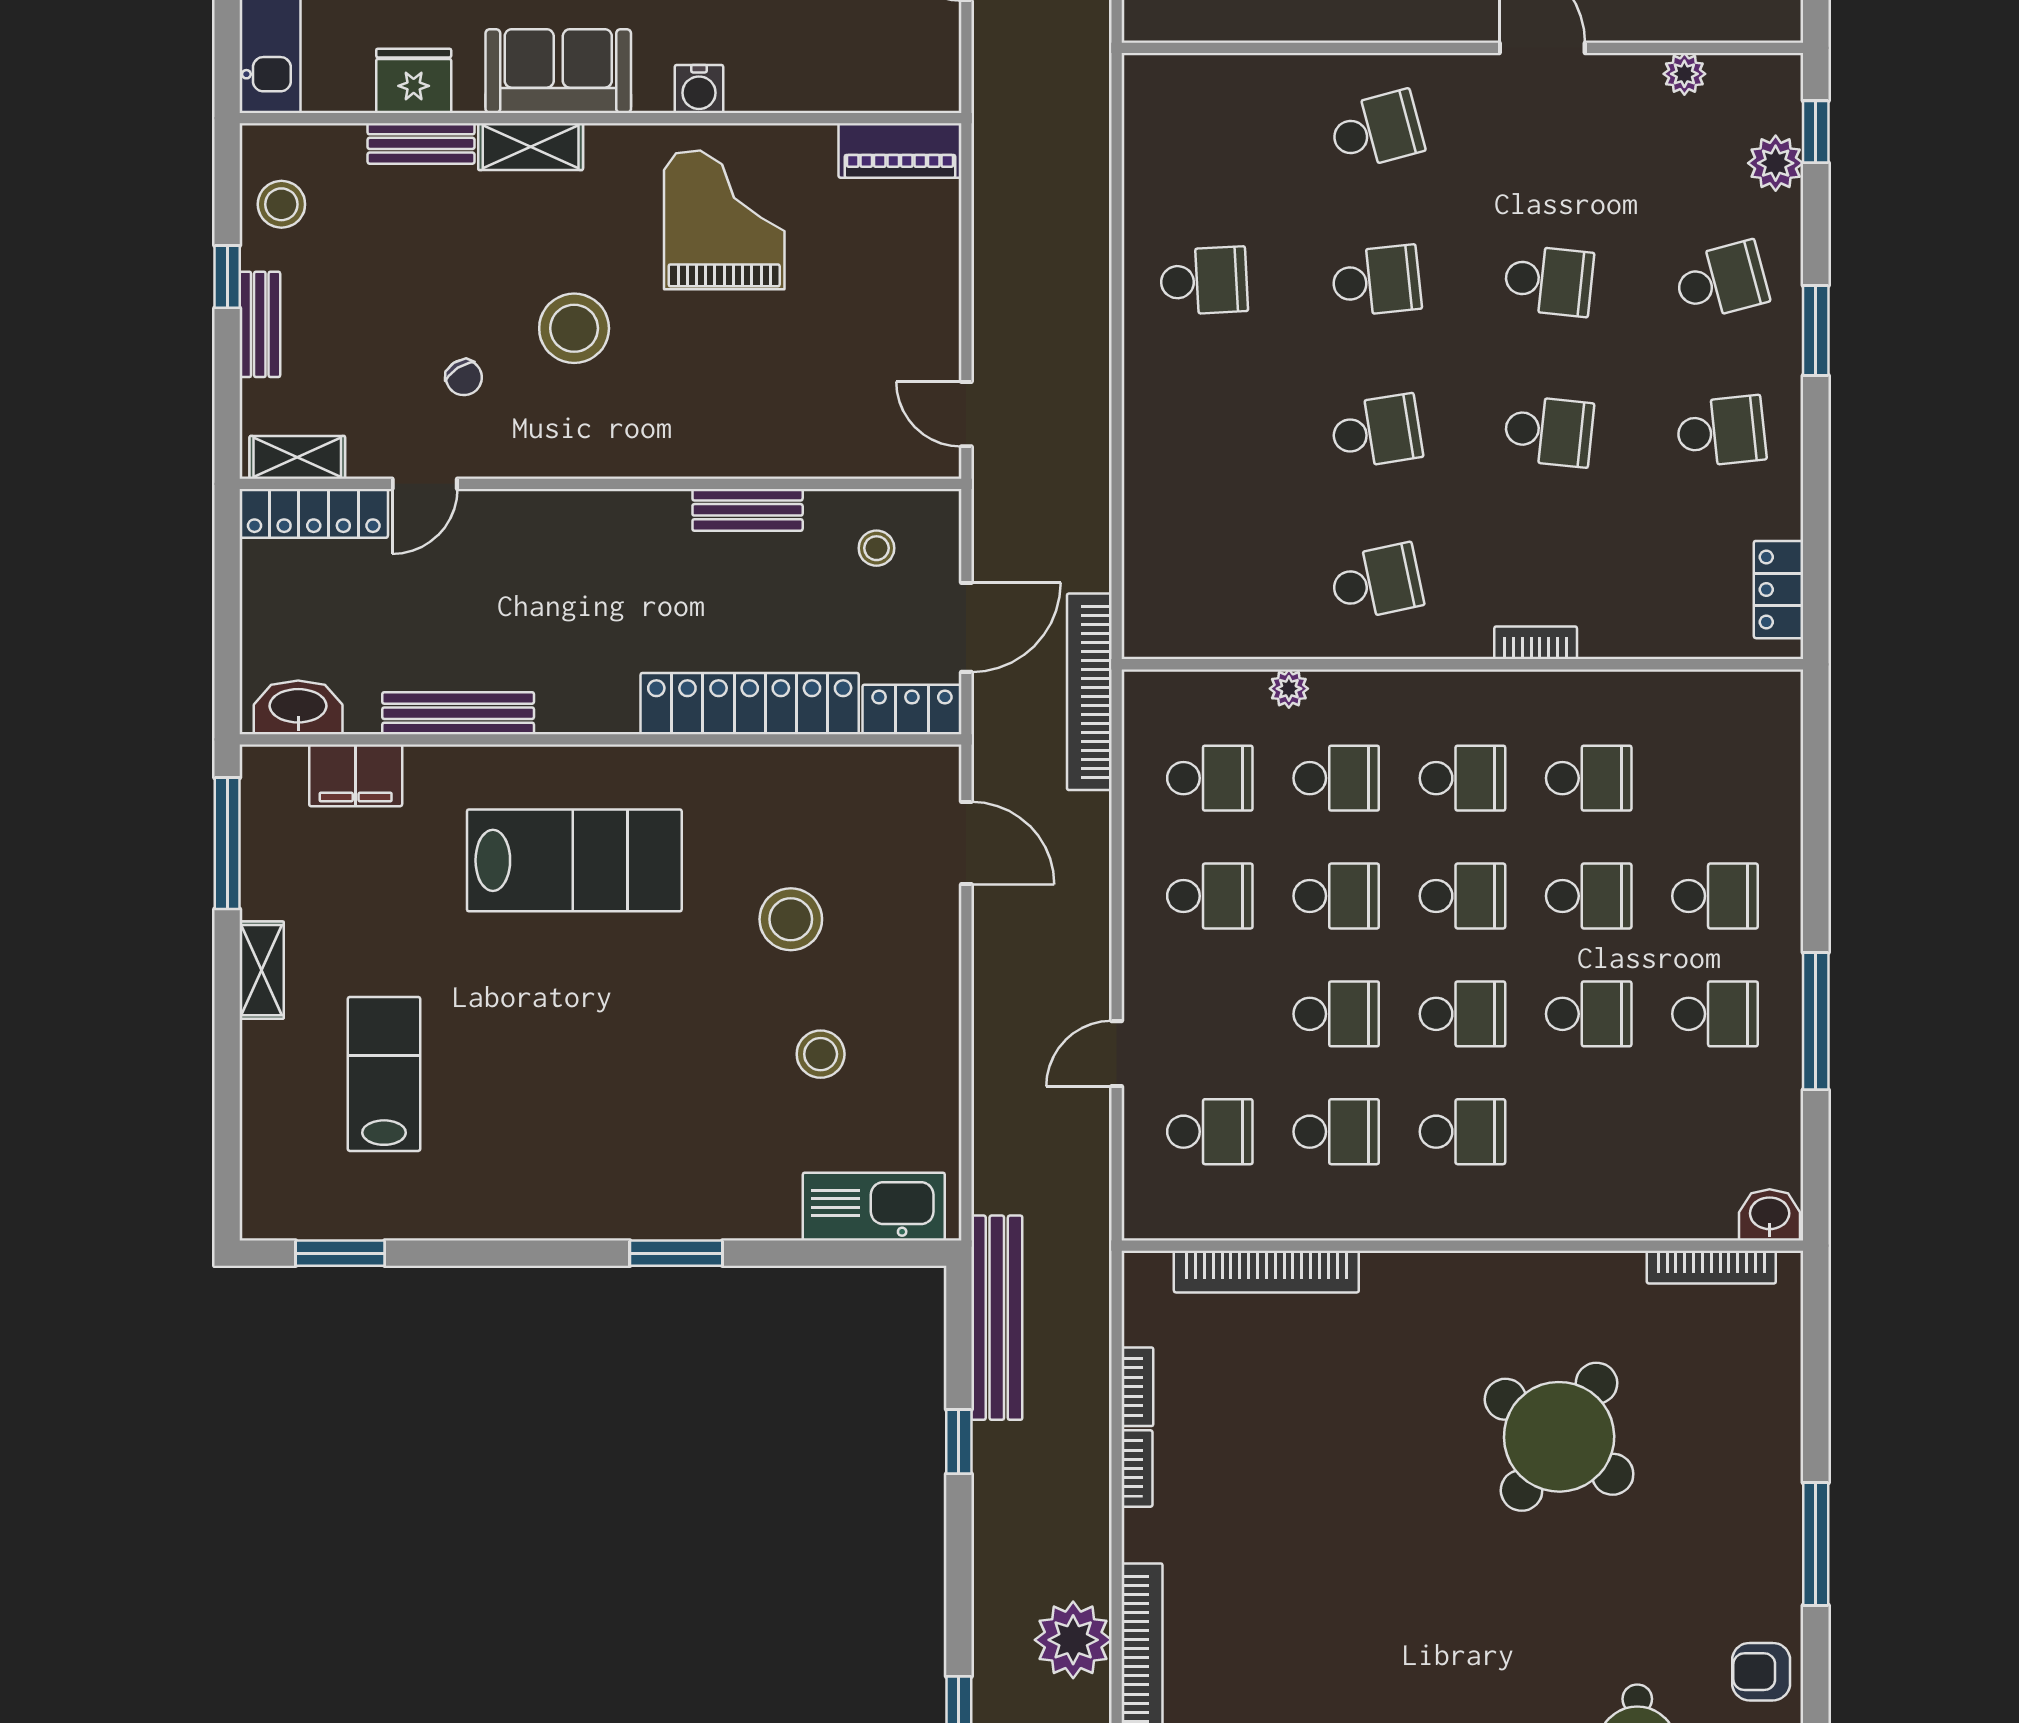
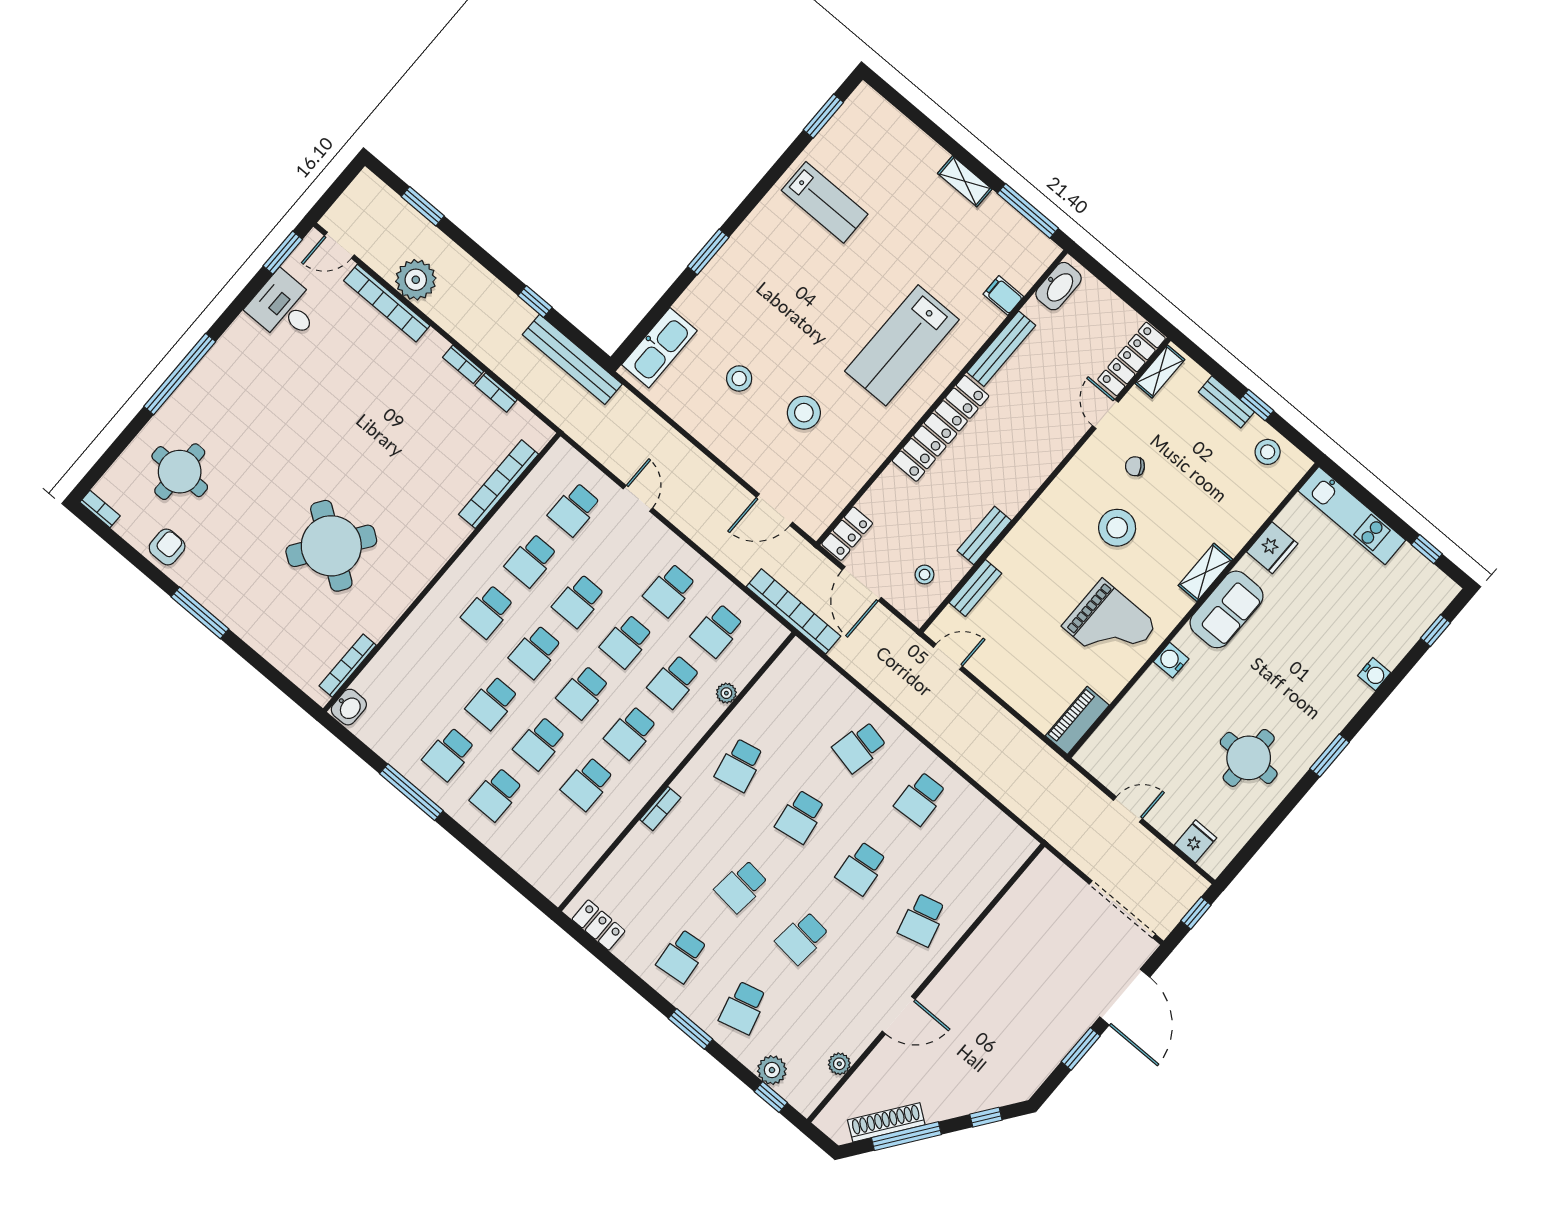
bench: (421, 143) -> (975, 588), moved
school desk: (1204, 431) -> (860, 747), added
locker: (750, 704) -> (940, 428), moved
filing cabinet: (356, 775) -> (1003, 295), width x0.50
lab bench: (384, 1074) -> (825, 202), moved

